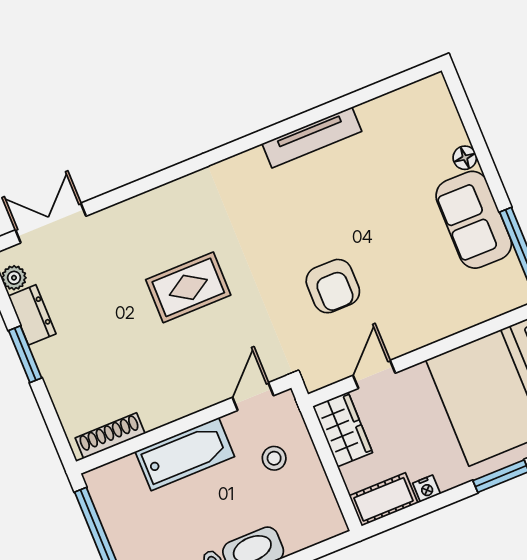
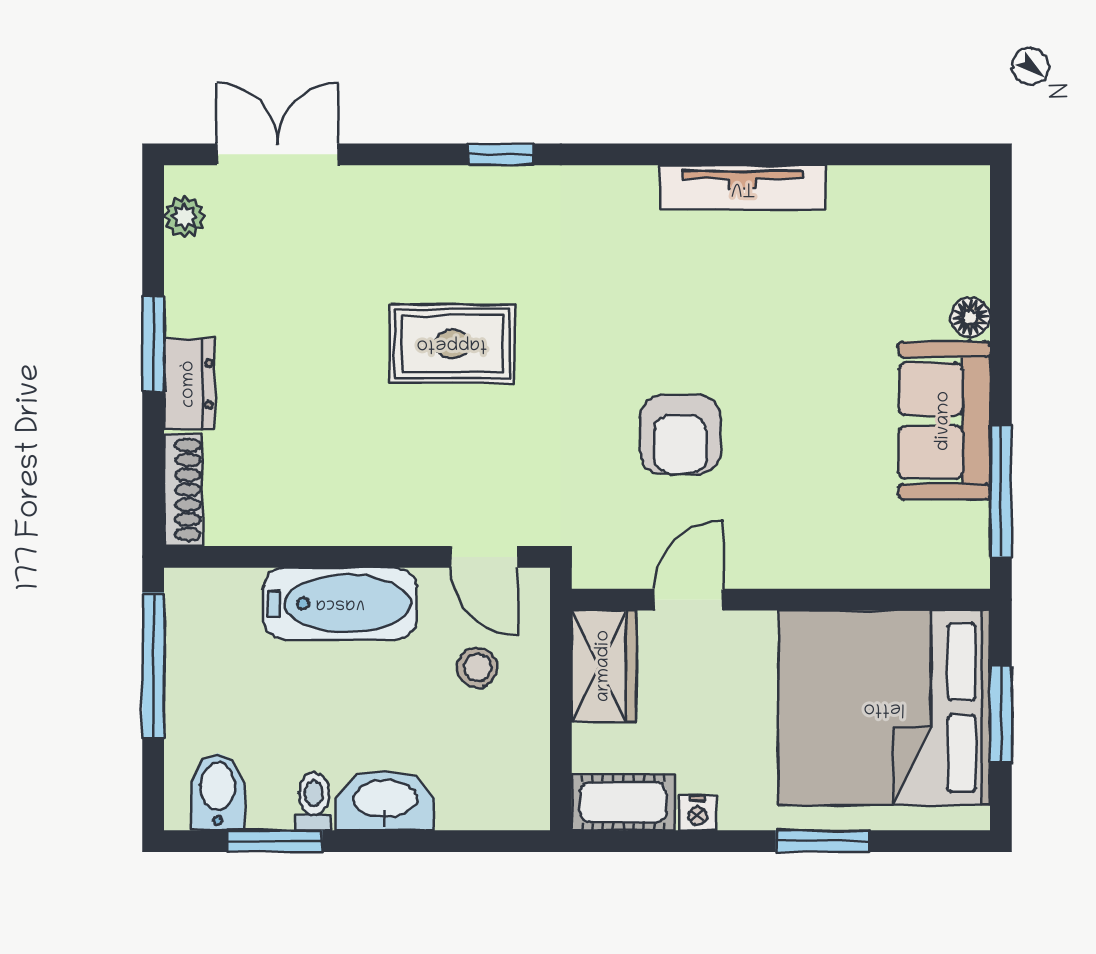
window: (173, 173) -> (501, 154), added
dresser: (32, 315) -> (189, 384), moved
door: (253, 396) -> (484, 557), swing flipped
shoe rack: (110, 436) -> (183, 490), moved, turned 90

